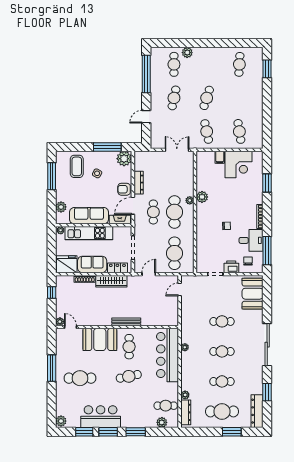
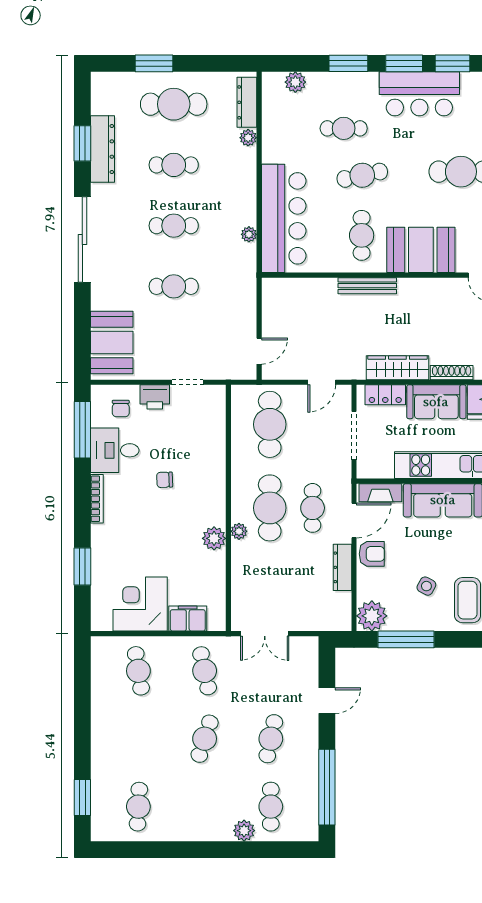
filing cabinet: (220, 157) -> (188, 619), width x2.00
cafe table: (166, 406) -> (344, 128), moved
dresser: (257, 411) -> (103, 149), moved

